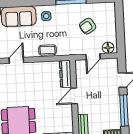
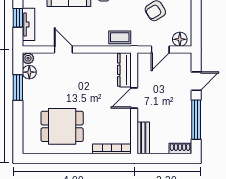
coffee table: (48, 50) -> (120, 37), moved
door: (16, 60) -> (63, 50), hinge flipped

